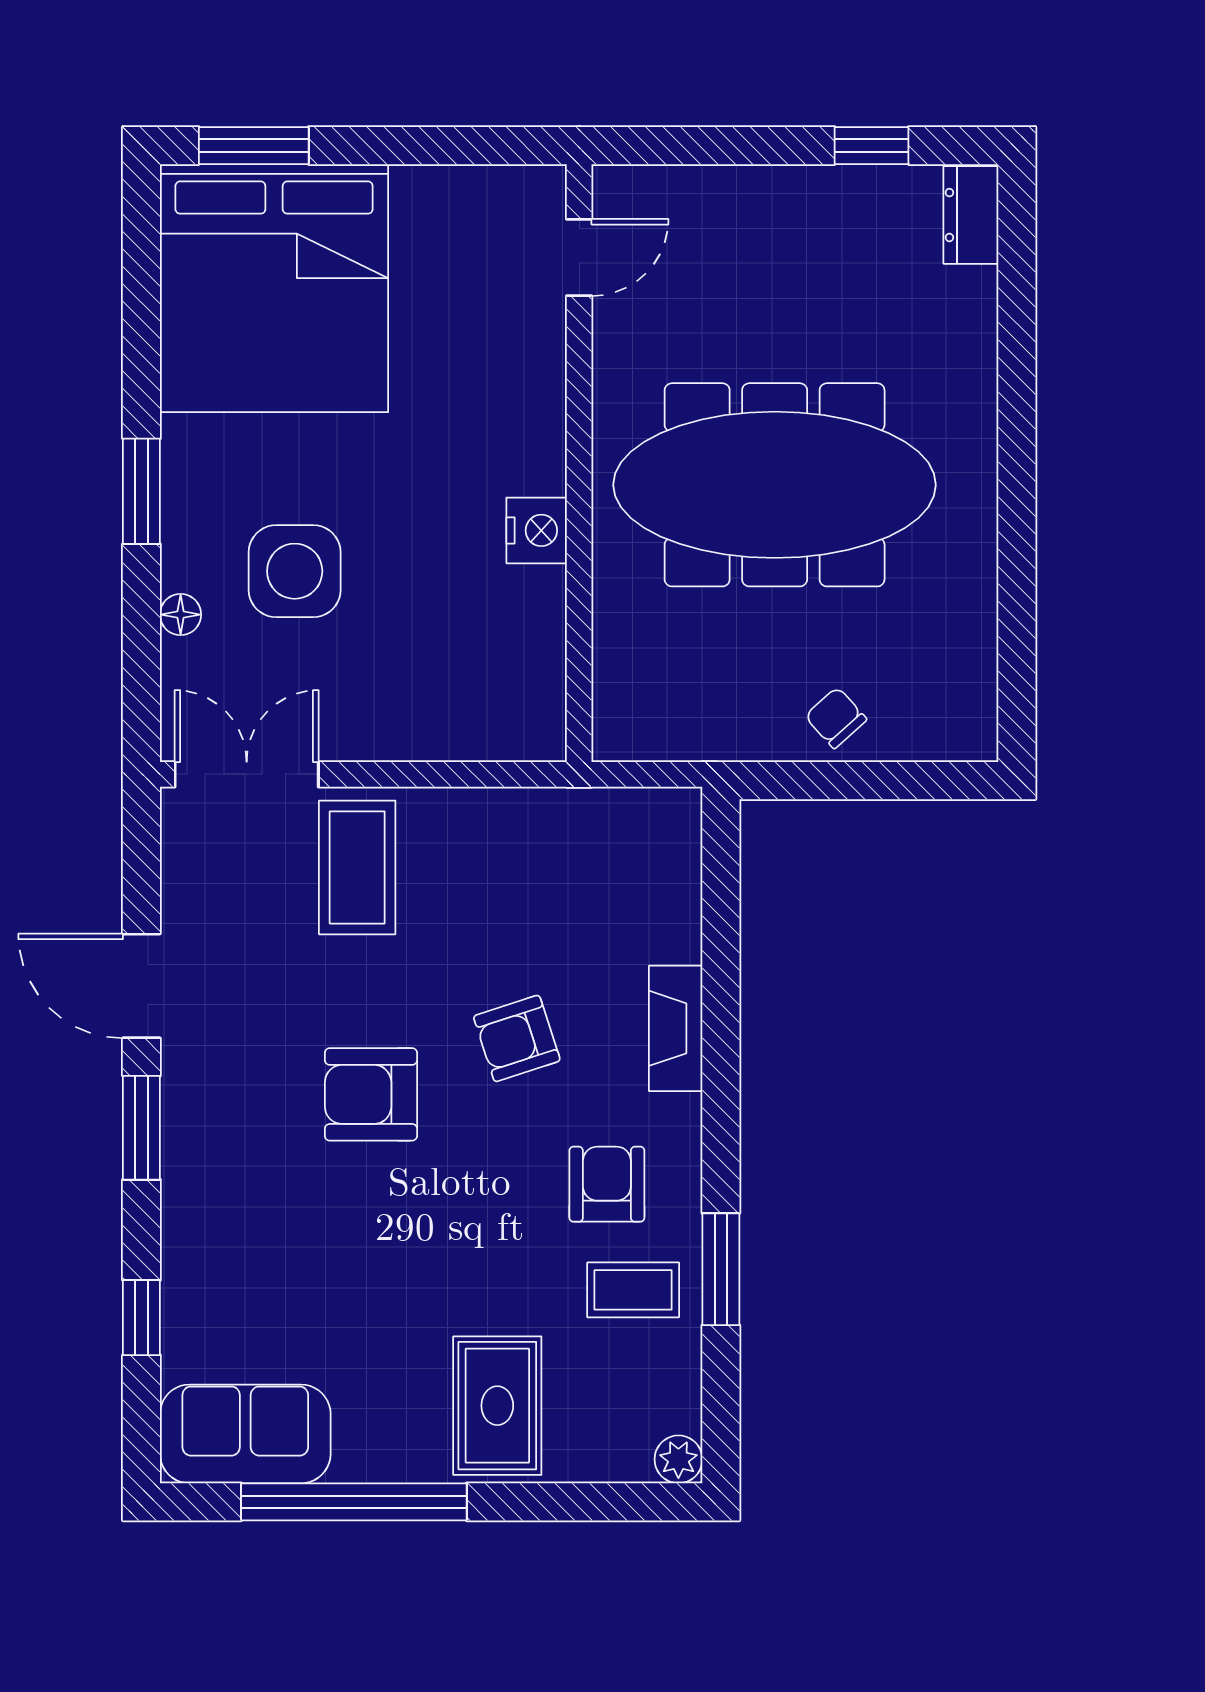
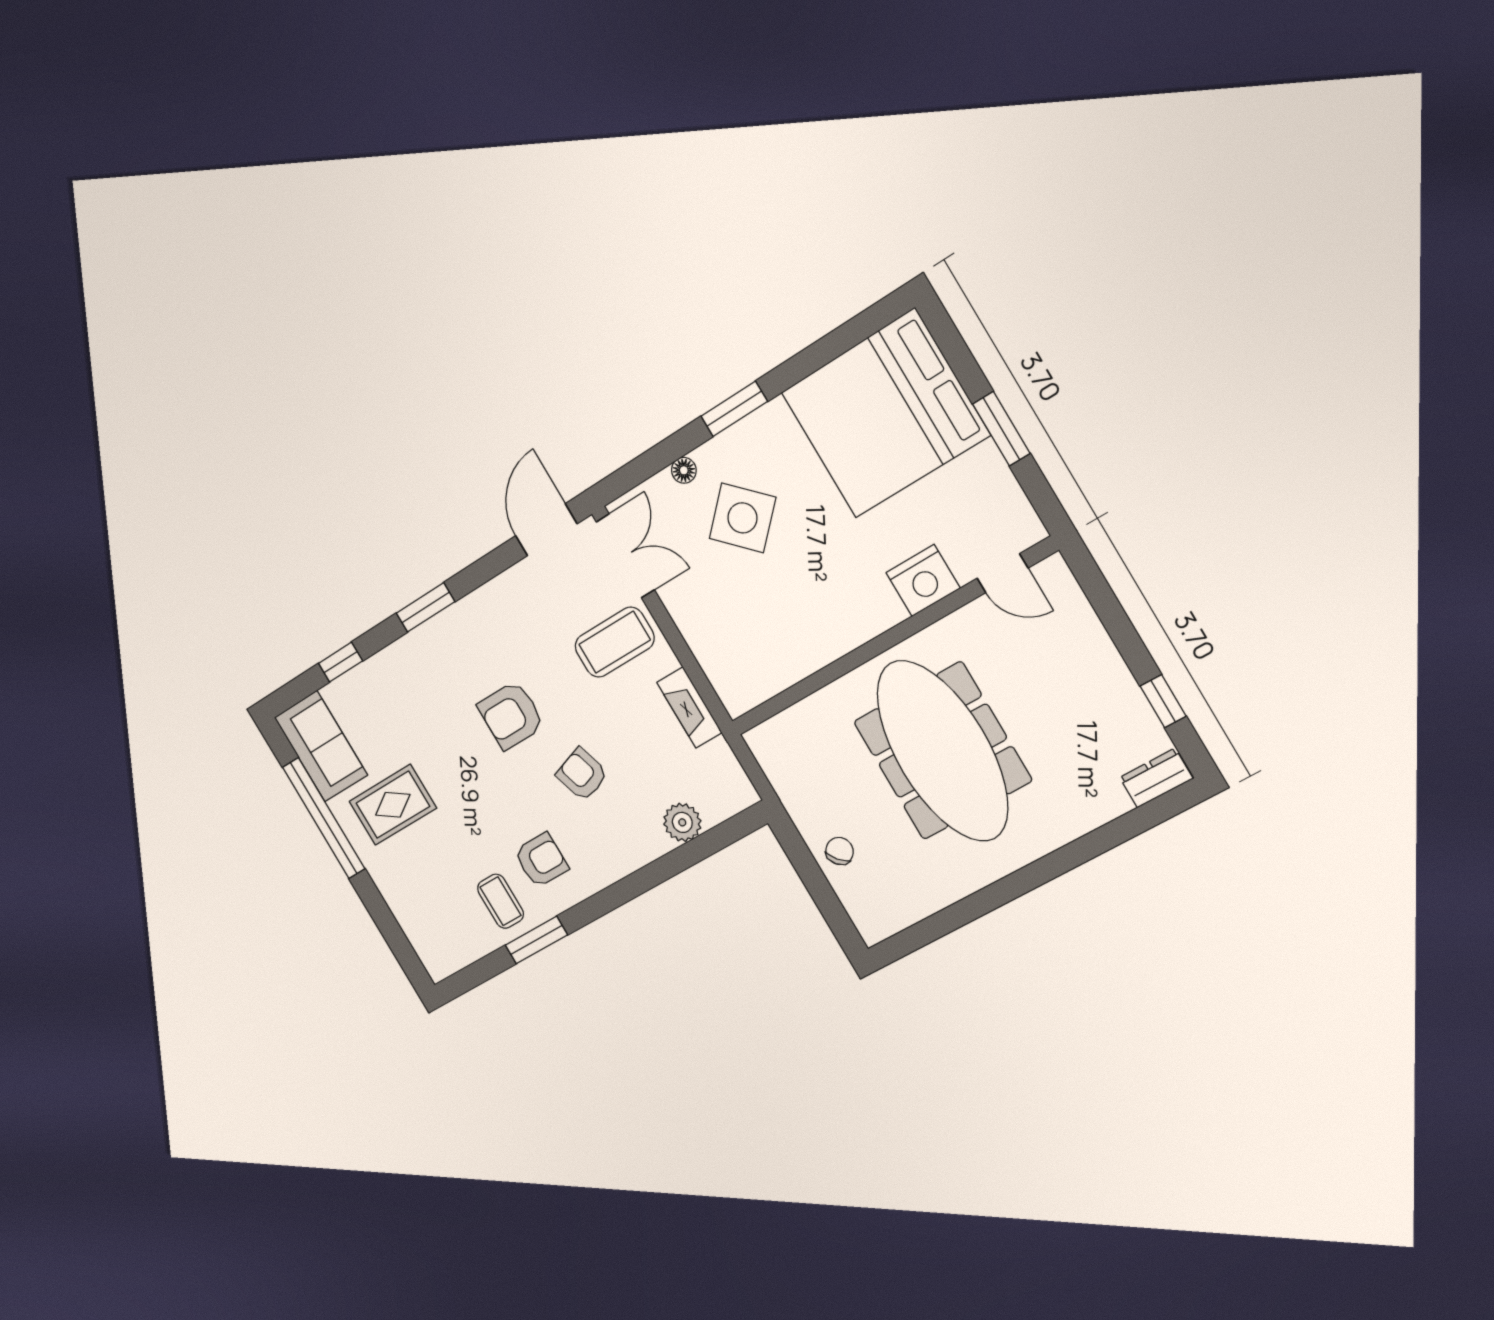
window: (254, 146) -> (1001, 429), moved
nightstand: (537, 530) -> (923, 581), moved, width x1.36, depth x1.33
side table: (295, 571) -> (742, 518), turned 45
door: (141, 986) -> (546, 530), moved
fireplace: (676, 1028) -> (689, 708), moved, turned -90
armchair: (371, 1094) -> (511, 715), turned -90
rug: (497, 1406) -> (393, 805), moved
plant: (678, 1459) -> (682, 822), moved, width x1.38, depth x1.38

